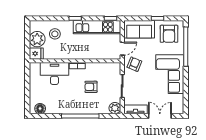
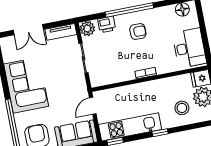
armchair: (134, 64) -> (73, 89), removed
desk: (54, 73) -> (189, 48), moved, turned -90
armchair: (91, 87) -> (138, 32), moved
printer: (100, 108) -> (107, 24), added

